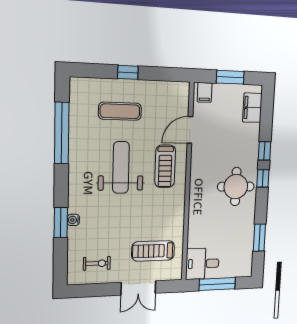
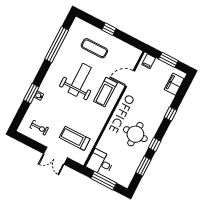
window: (263, 178) -> (155, 144), moved
round table: (236, 187) -> (135, 134), moved

